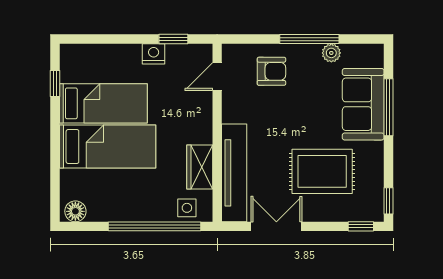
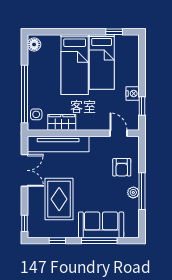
plant: (331, 53) -> (133, 192), moved
window: (388, 201) -> (57, 241), moved

